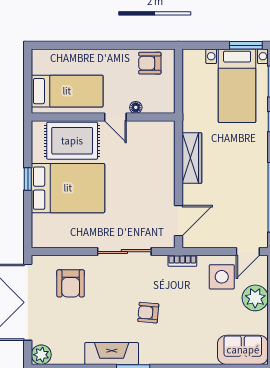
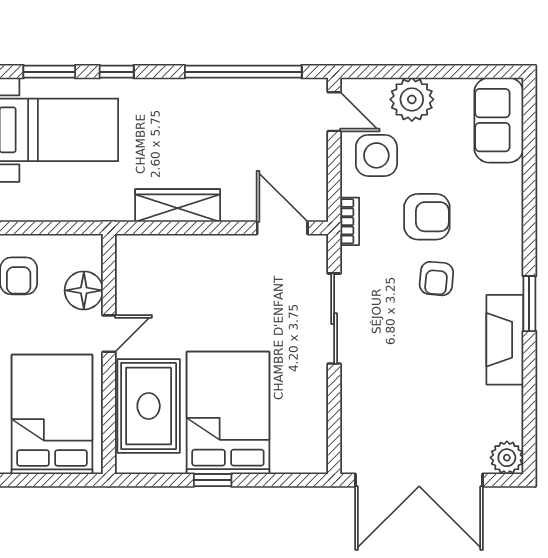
bed: (67, 91) -> (52, 414), width x1.50
floor lamp: (136, 107) -> (84, 290), width x1.89, depth x1.89
armchair: (71, 283) -> (427, 217), moved

